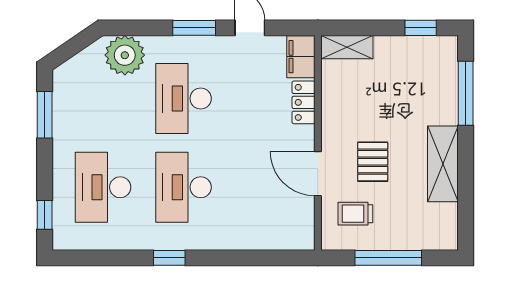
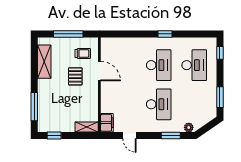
window: (194, 28) -> (171, 135), moved
plant: (125, 55) -> (189, 127), width x0.53, depth x0.53
locker: (303, 102) -> (106, 103), removed
shelving: (443, 164) -> (44, 62), moved

